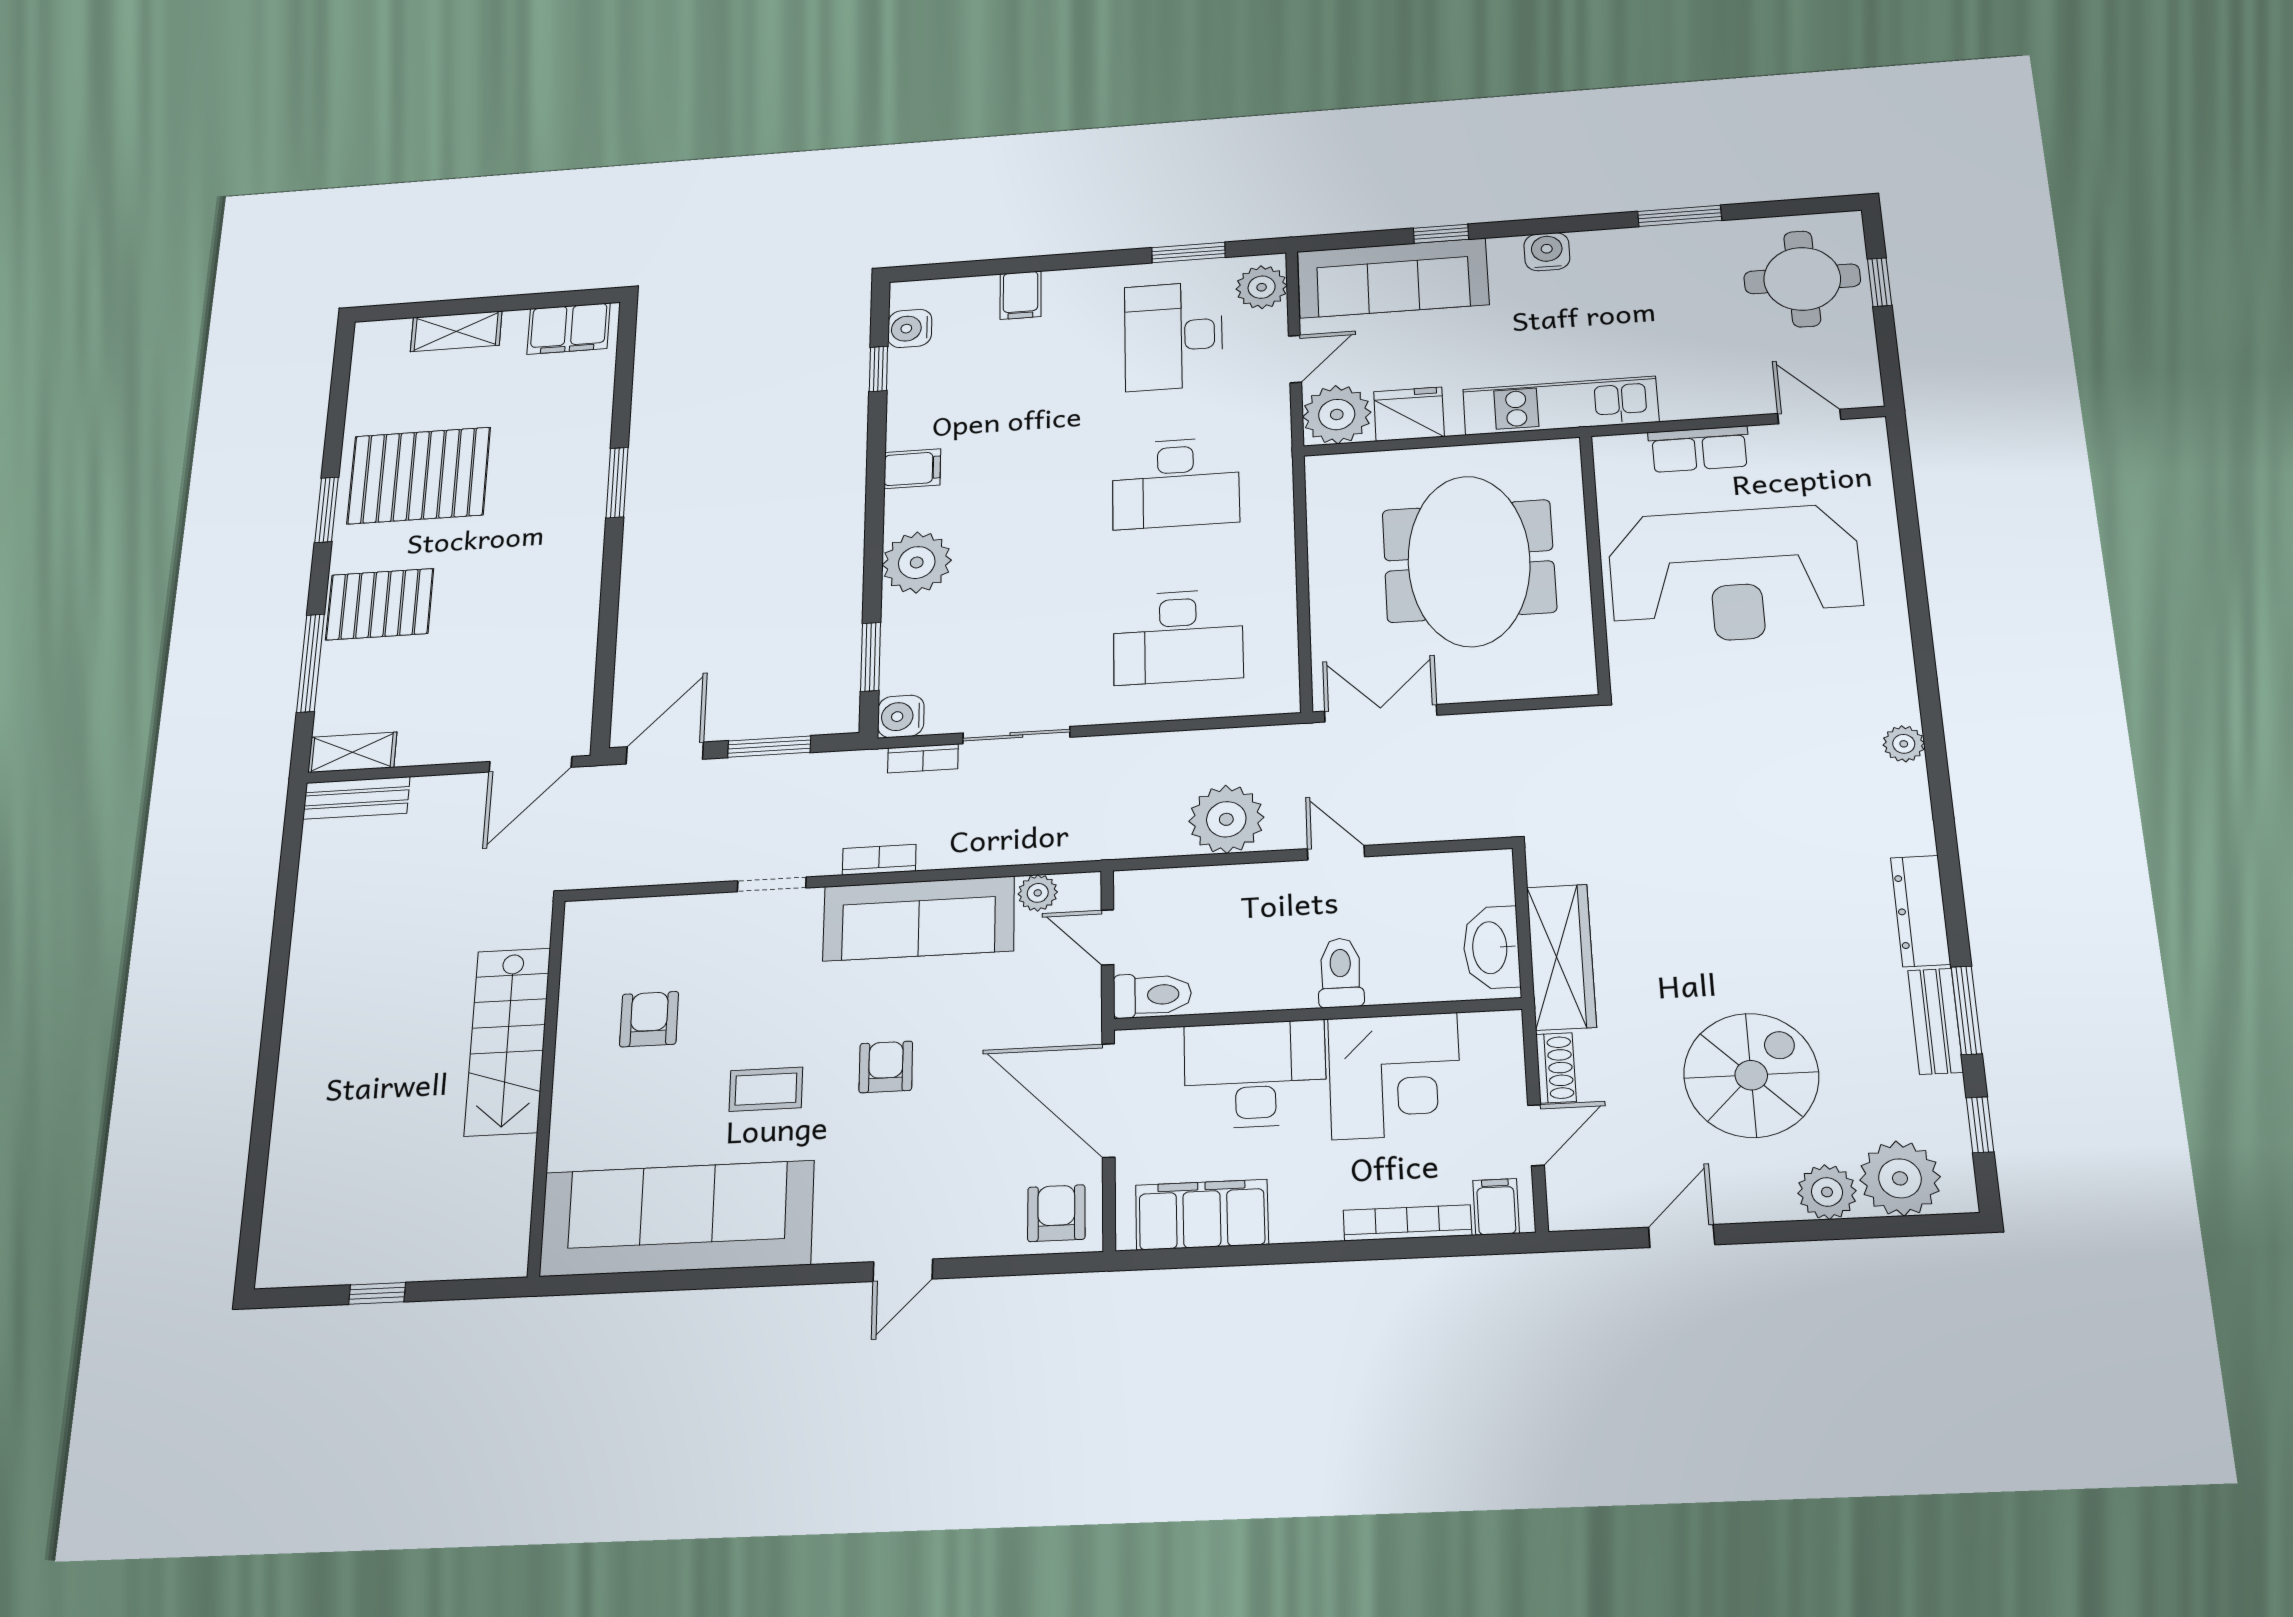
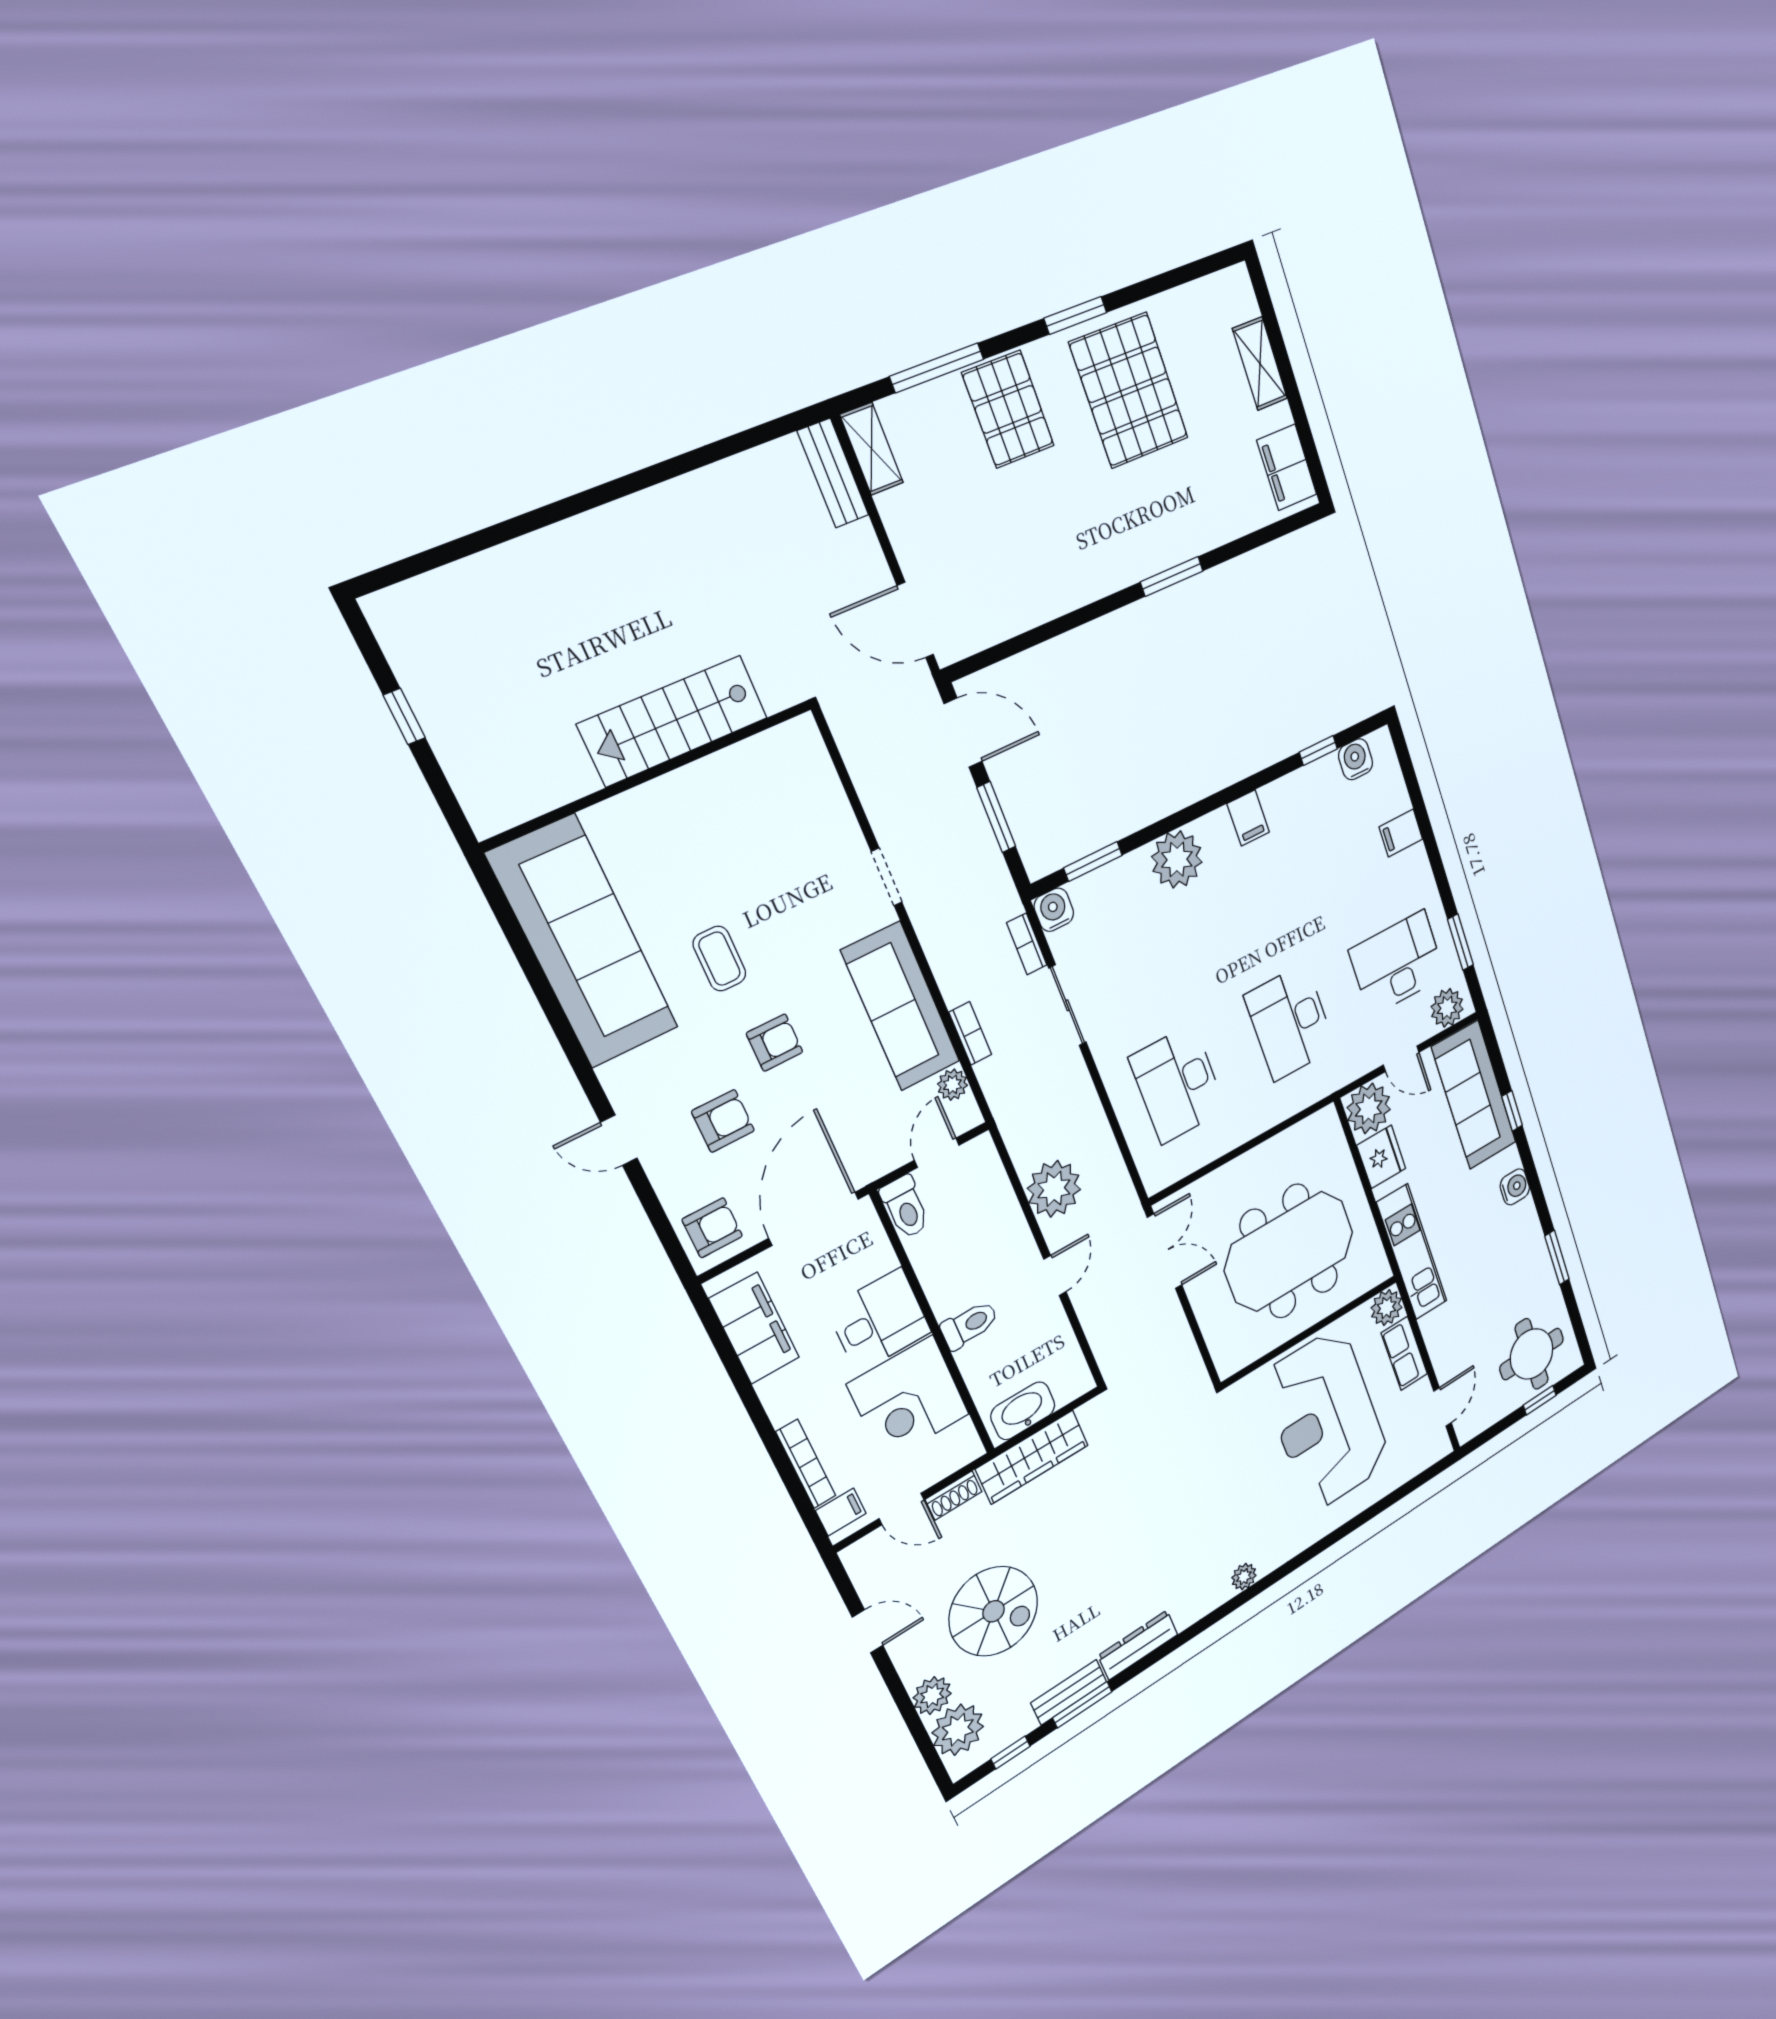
plant: (1619, 457) -> (1387, 1308), added
bookcase: (879, 860) -> (970, 1033), moved
armchair: (649, 1019) -> (723, 1121), moved
desk: (1255, 1074) -> (879, 1320), width x0.73

